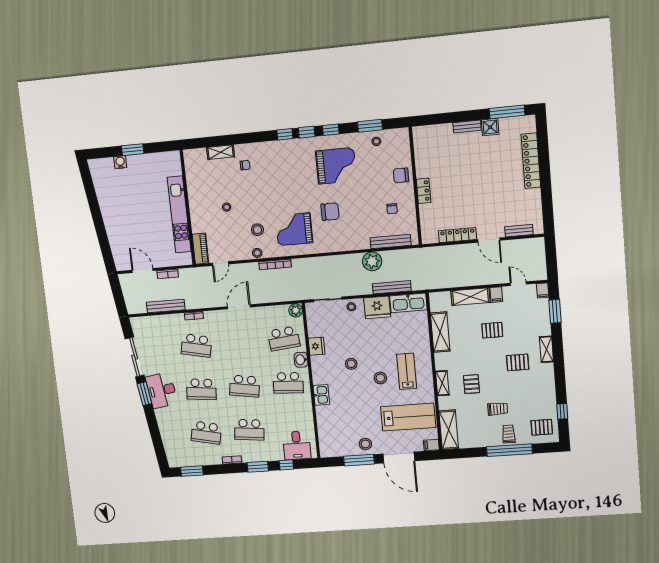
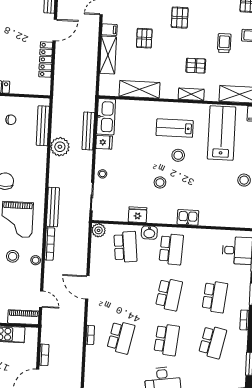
bench: (166, 306) -> (53, 207), moved
fridge: (377, 307) -> (104, 142), width x0.53, depth x0.75

